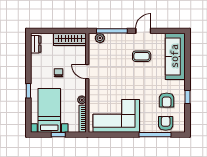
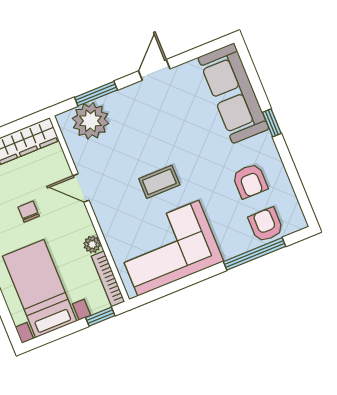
window: (112, 31) -> (96, 94), width x0.69
plant: (100, 38) -> (91, 121), width x1.87, depth x1.87
coffee table: (142, 56) -> (159, 182), moved
window: (188, 97) -> (272, 123), moved
window: (58, 135) -> (100, 317), moved

